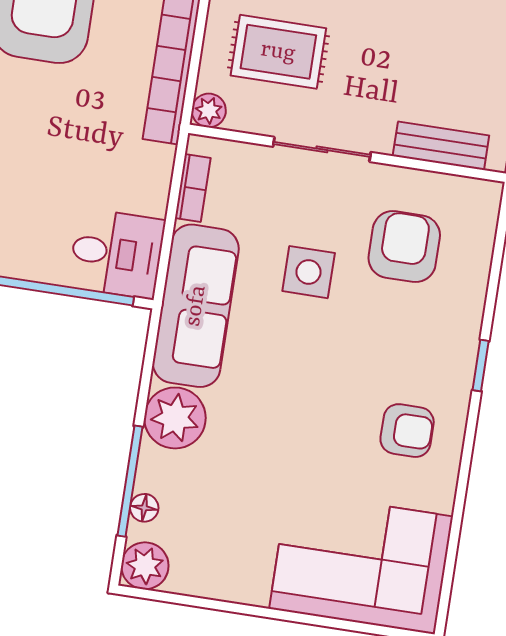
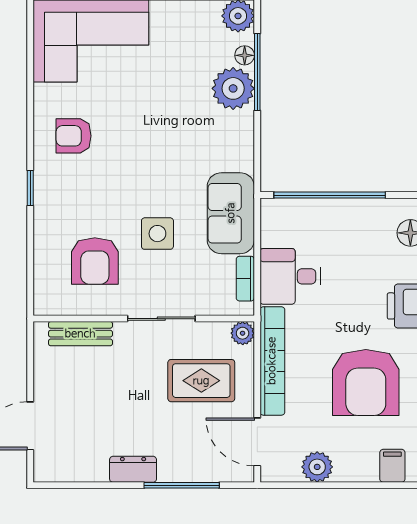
desk: (117, 254) -> (290, 276), moved
sofa: (196, 306) -> (231, 213), width x0.73
plant: (175, 418) -> (233, 88), moved

